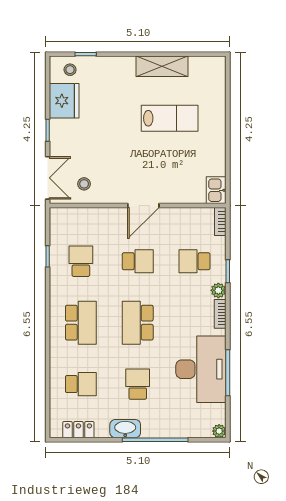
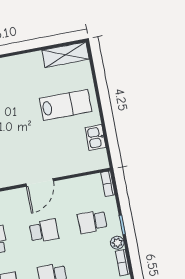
shelving: (162, 66) -> (66, 55), moved
lab bench: (170, 118) -> (66, 105), moved
kitchen sink: (216, 190) -> (95, 137), moved

